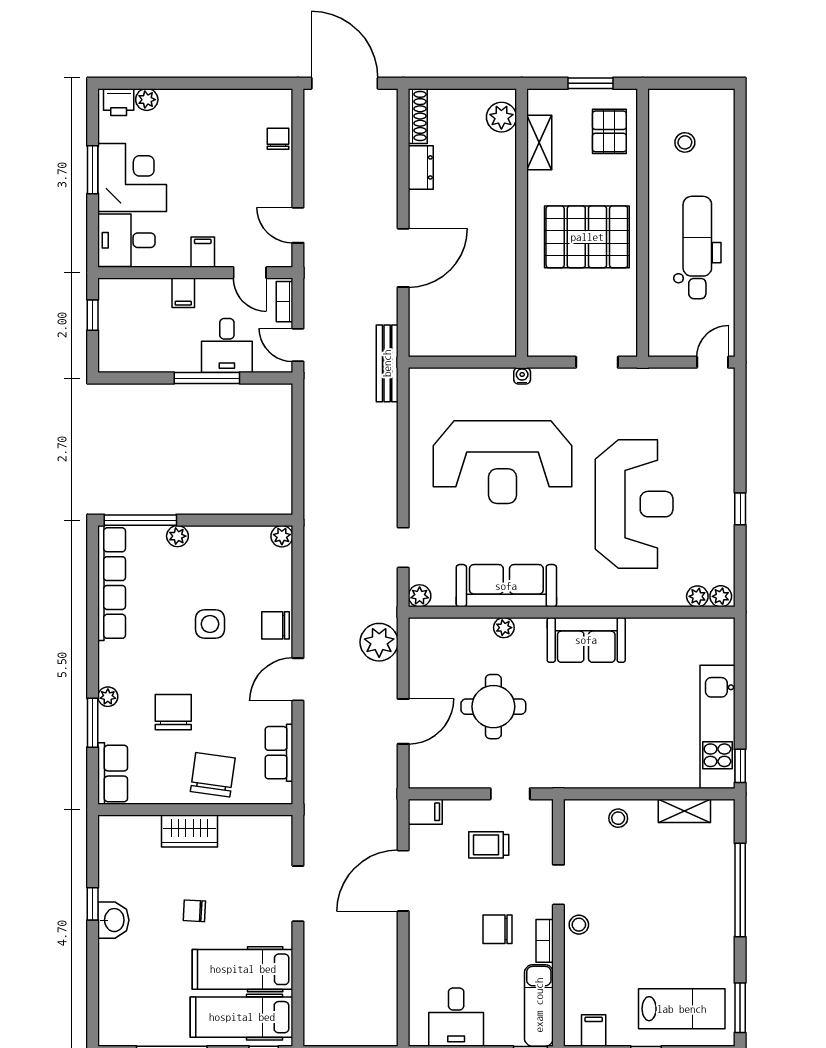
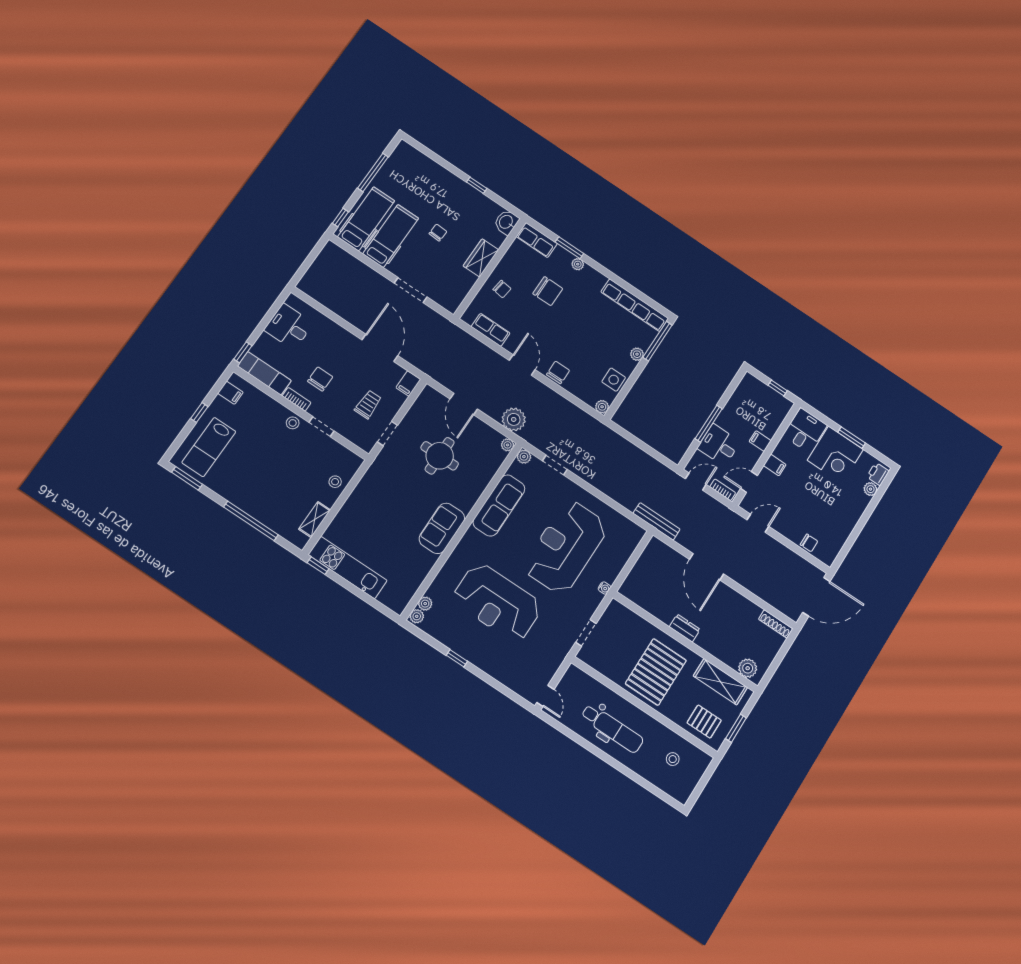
shelving: (539, 143) -> (720, 682), width x1.50, depth x1.33
dresser: (421, 167) -> (685, 628), moved, turned 180
side table: (210, 624) -> (614, 380), moved
plant: (504, 628) -> (508, 445), moved
chair: (213, 775) -> (502, 289), width x0.54, depth x0.54
washbasin: (113, 920) -> (506, 222), moved, turned 90

